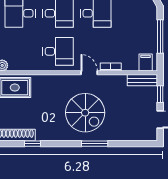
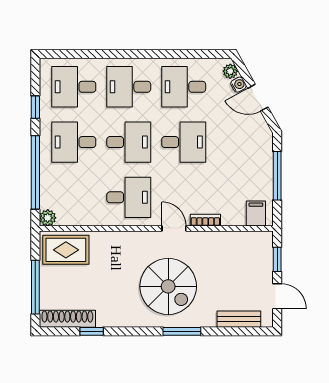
bench: (142, 80) -> (239, 319), moved

